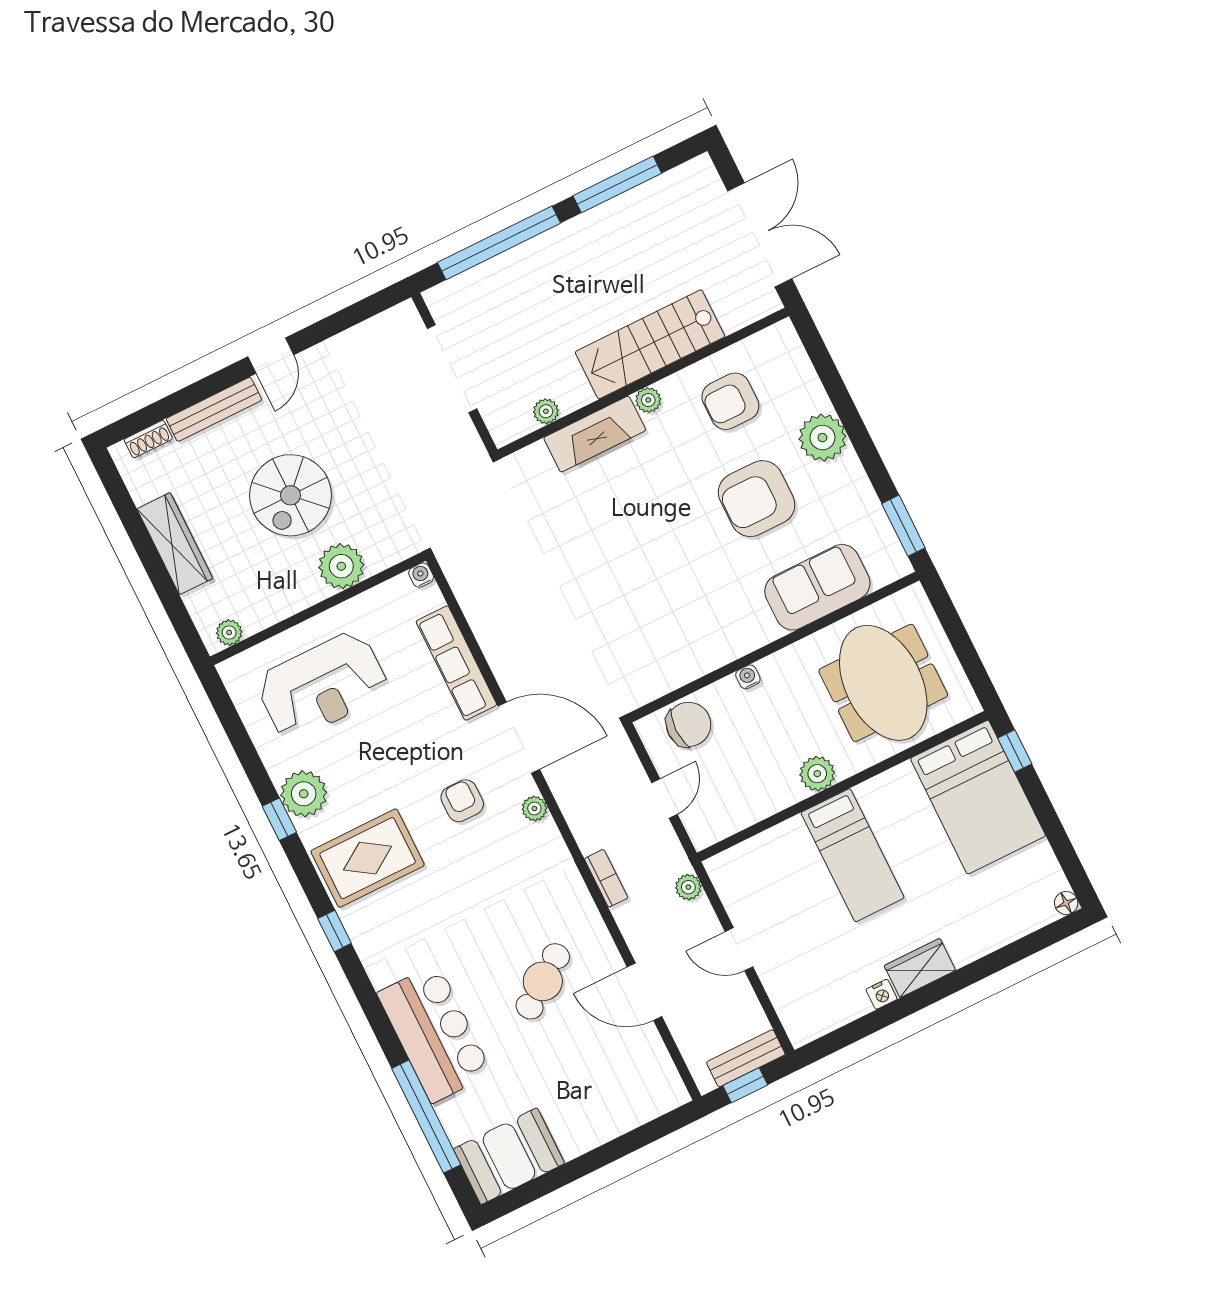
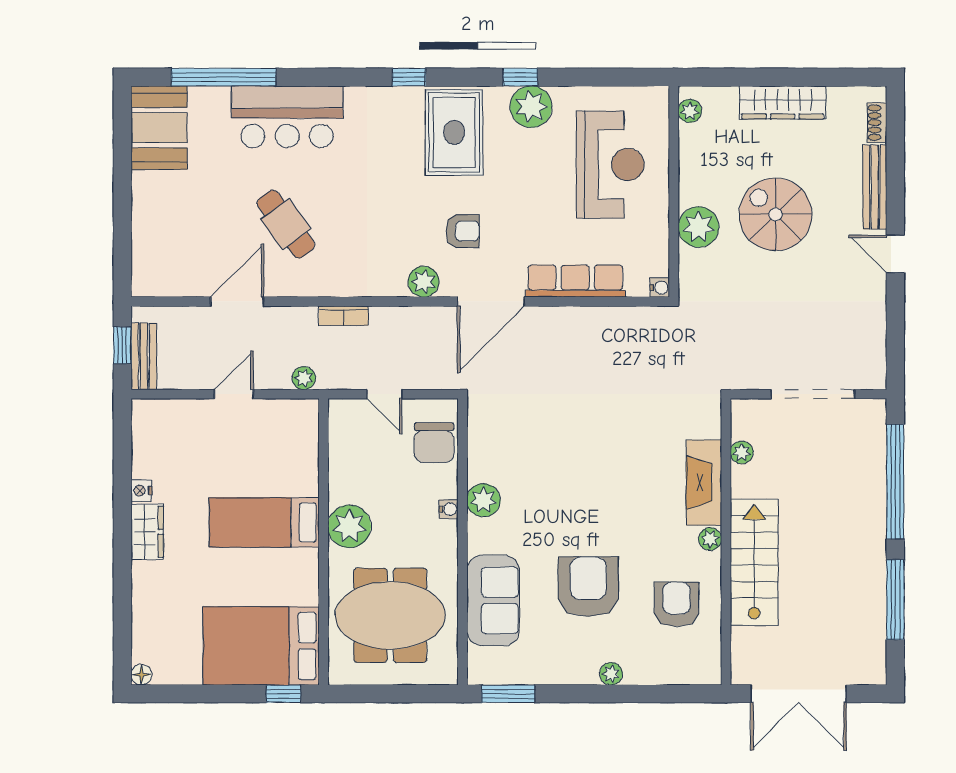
plant: (822, 438) -> (611, 674), width x0.53, depth x0.53
plant: (722, 646) -> (484, 500), added
reception desk: (322, 686) -> (610, 165), turned 180
plant: (817, 774) -> (349, 526), width x1.36, depth x1.36
plant: (534, 808) -> (424, 282), width x1.38, depth x1.38

